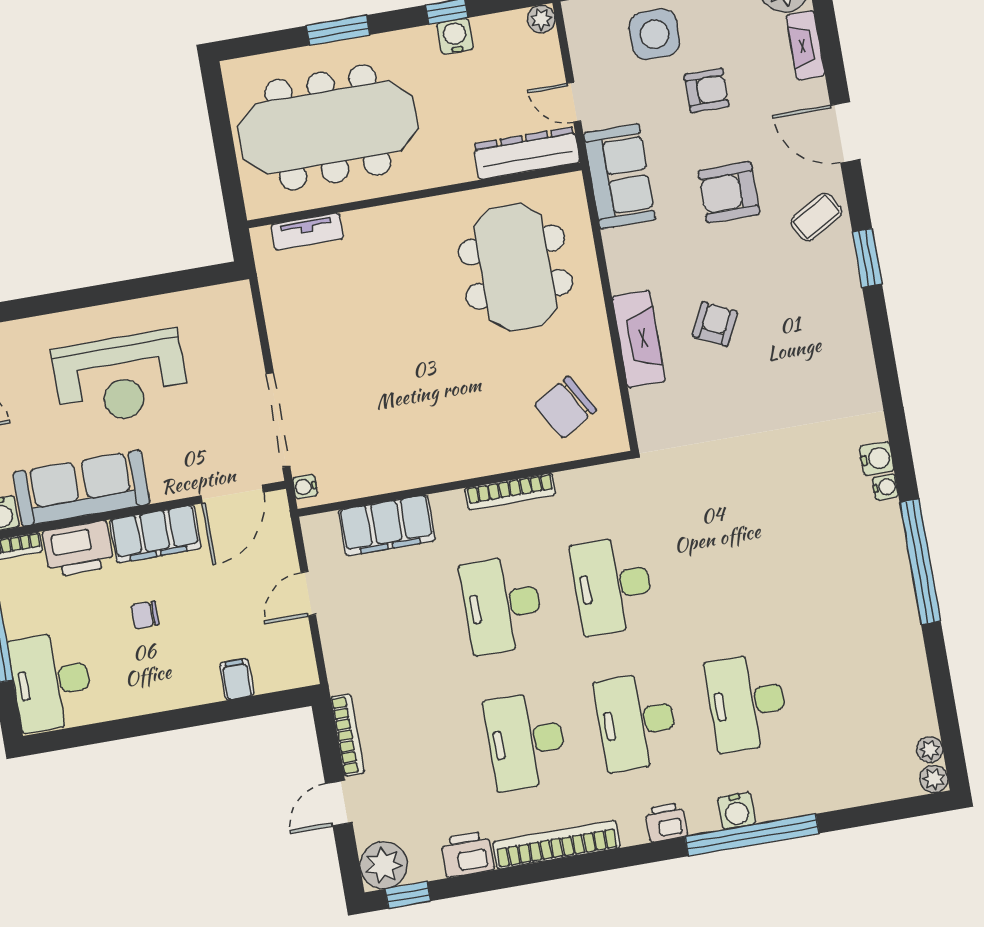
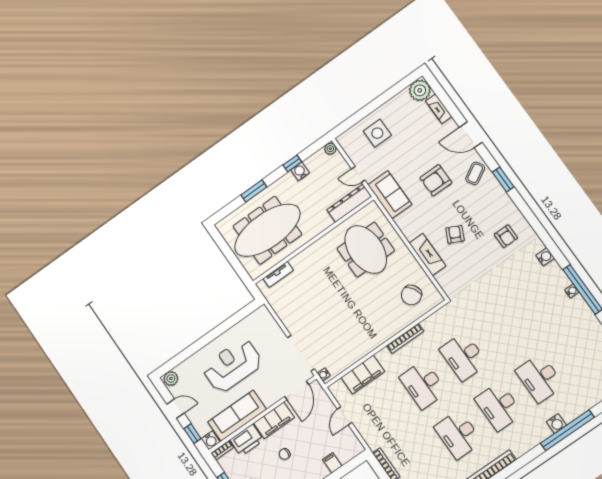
armchair: (707, 90) -> (506, 236), moved, turned 90
reception desk: (120, 378) -> (232, 366), turned 180
water cooler: (885, 487) -> (572, 291), moved
printer: (666, 822) -> (530, 441), removed

